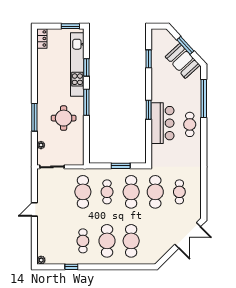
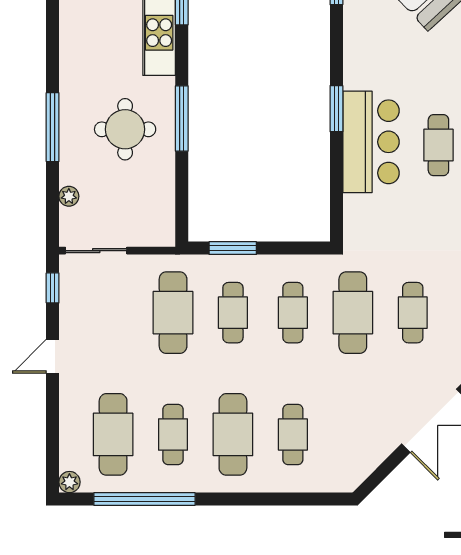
window: (86, 102) -> (182, 119), moved
window: (121, 166) -> (233, 248), moved
window: (34, 182) -> (53, 288), added
cafe table: (131, 192) -> (293, 313), width x0.73, depth x0.74
cafe table: (59, 241) -> (113, 434), added
cafe table: (131, 241) -> (293, 434), width x0.73, depth x0.74
window: (71, 267) -> (144, 499), width x3.17

